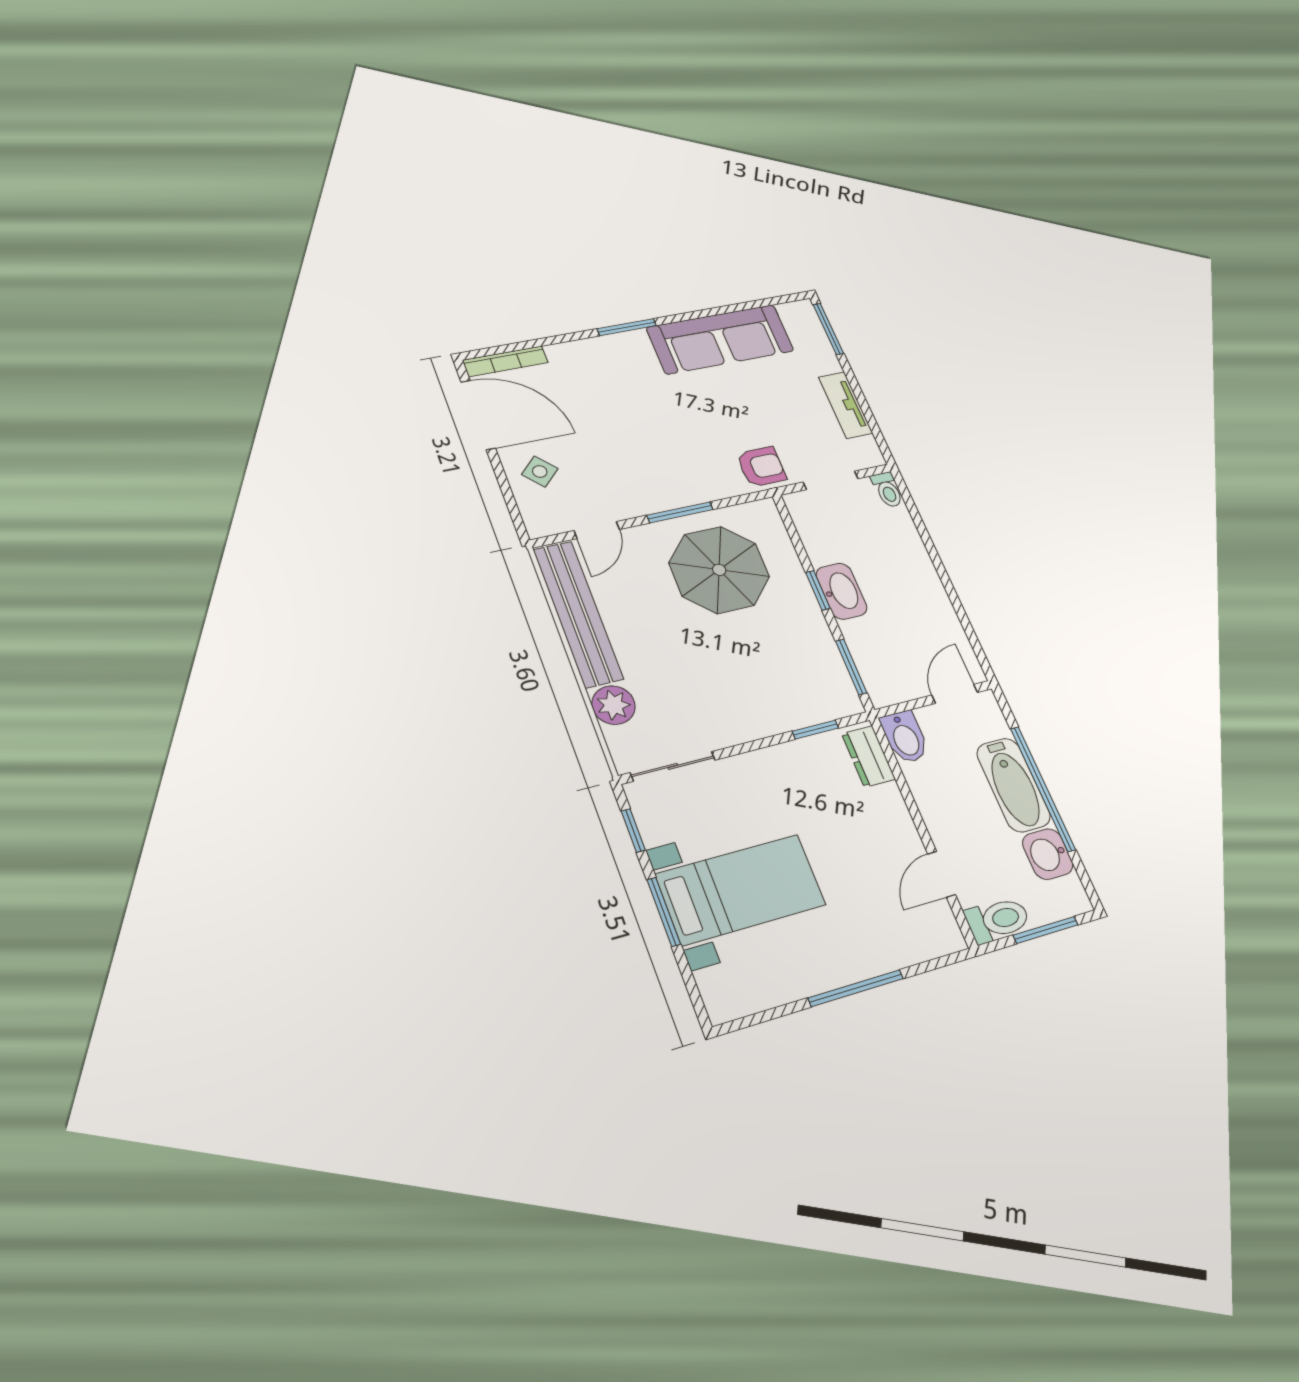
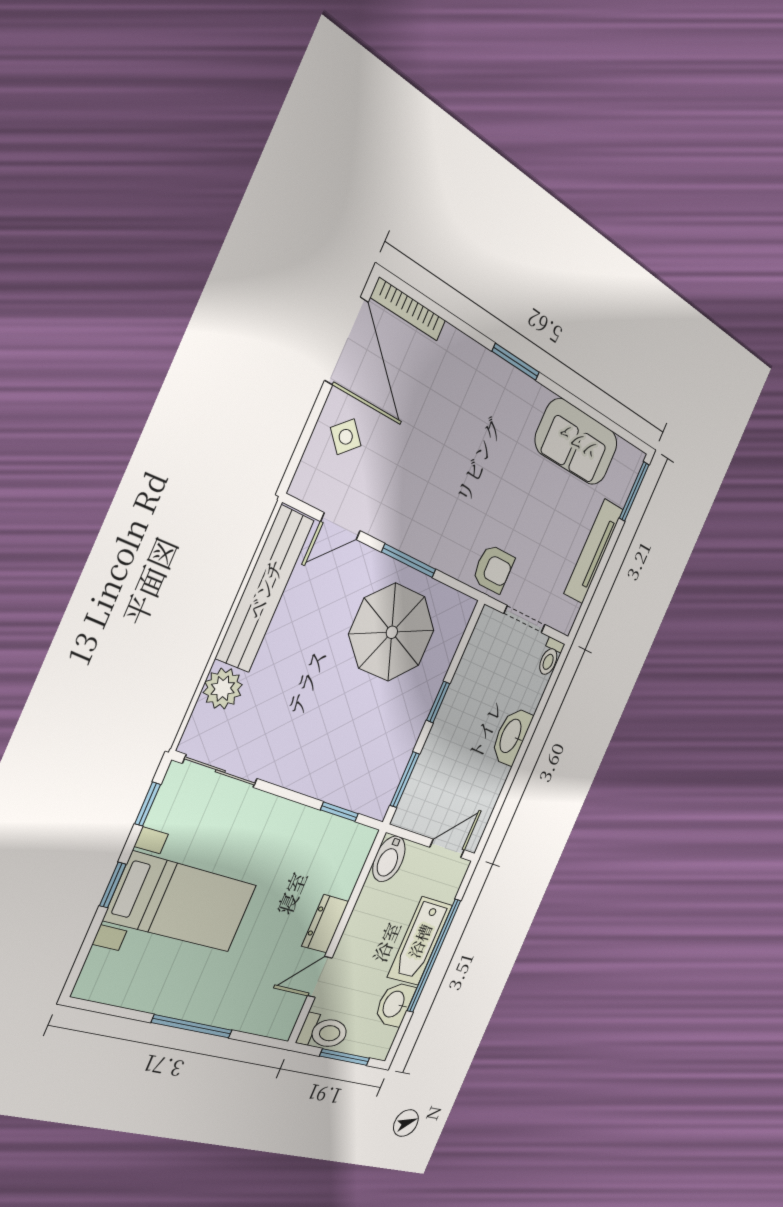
sofa: (720, 339) -> (577, 442), width x0.73
tv unit: (846, 405) -> (594, 551), width x1.41
washbasin: (841, 591) -> (511, 736), moved, turned 180
dresser: (868, 756) -> (325, 924), moved
window: (664, 912) -> (113, 885), width x0.67

